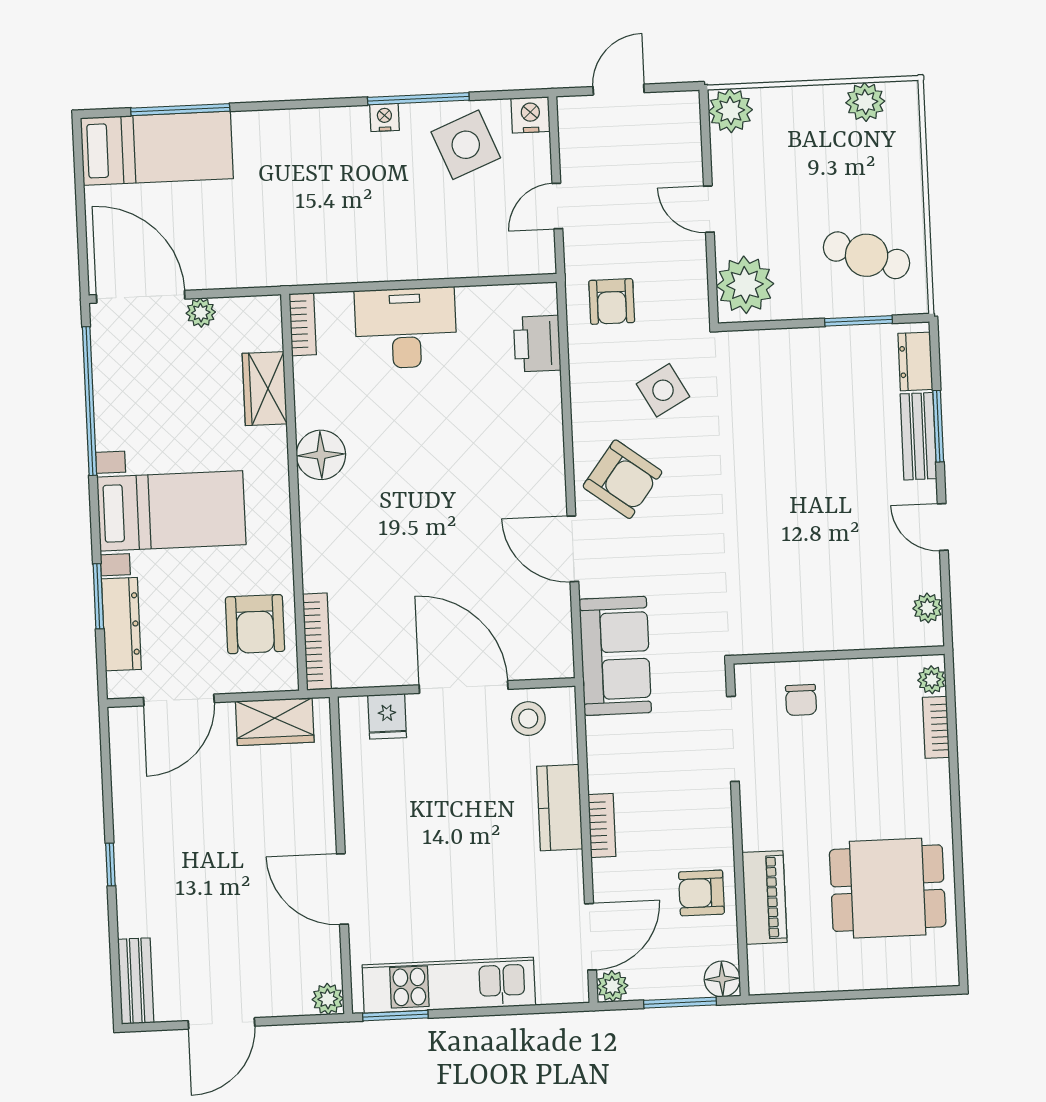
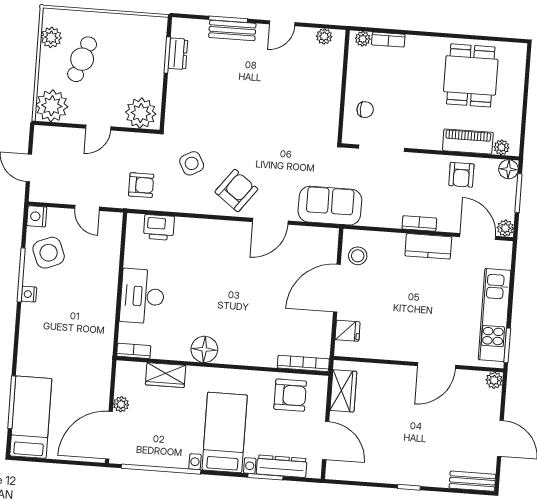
plant: (730, 111) -> (52, 106), width x1.36, depth x1.36
cafe table: (867, 255) -> (82, 59), moved
dresser: (915, 361) -> (178, 54), moved, turned -90
kitchen counter: (560, 808) -> (428, 246), moved
plant: (761, 961) -> (501, 147), added

